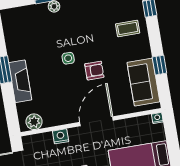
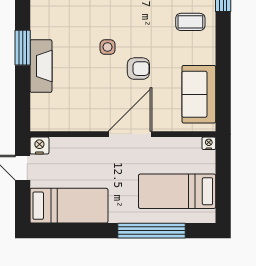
window: (159, 65) -> (223, 76), removed
plant: (34, 122) -> (50, 121), removed
nightstand: (61, 136) -> (39, 146), moved

